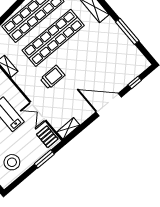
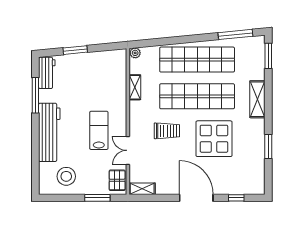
window: (127, 31) -> (268, 146), width x0.69
display table: (88, 56) -> (214, 139), added

